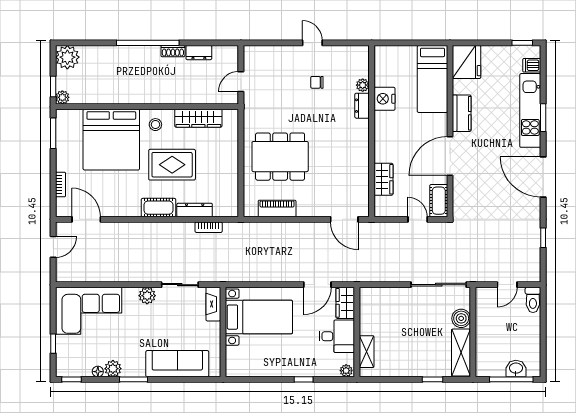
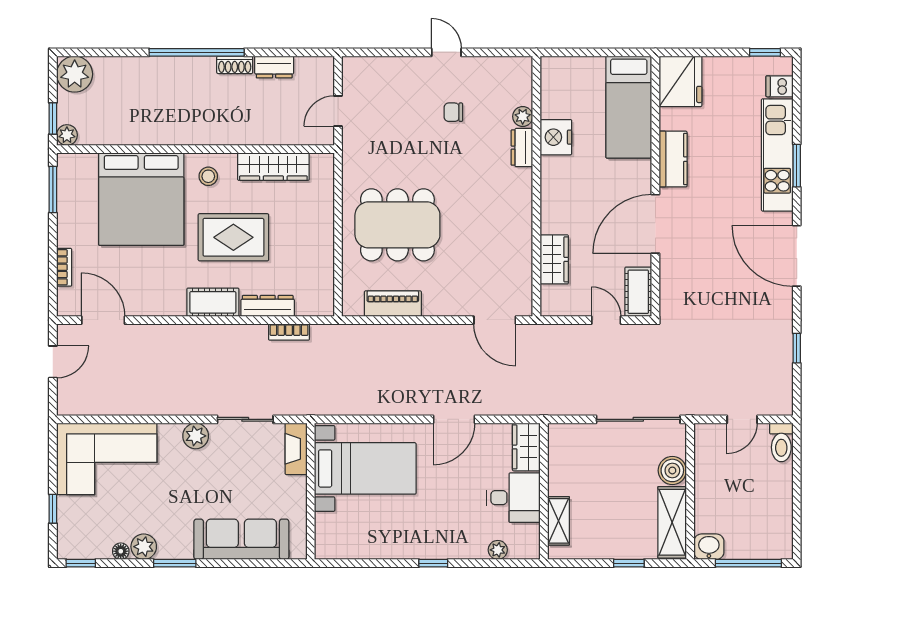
wardrobe: (345, 303) -> (526, 447), moved
wall: (357, 332) -> (544, 491), moved
desk: (337, 336) -> (513, 498), moved
shelving: (367, 352) -> (558, 521), moved
washbasin: (516, 369) -> (709, 547), moved

